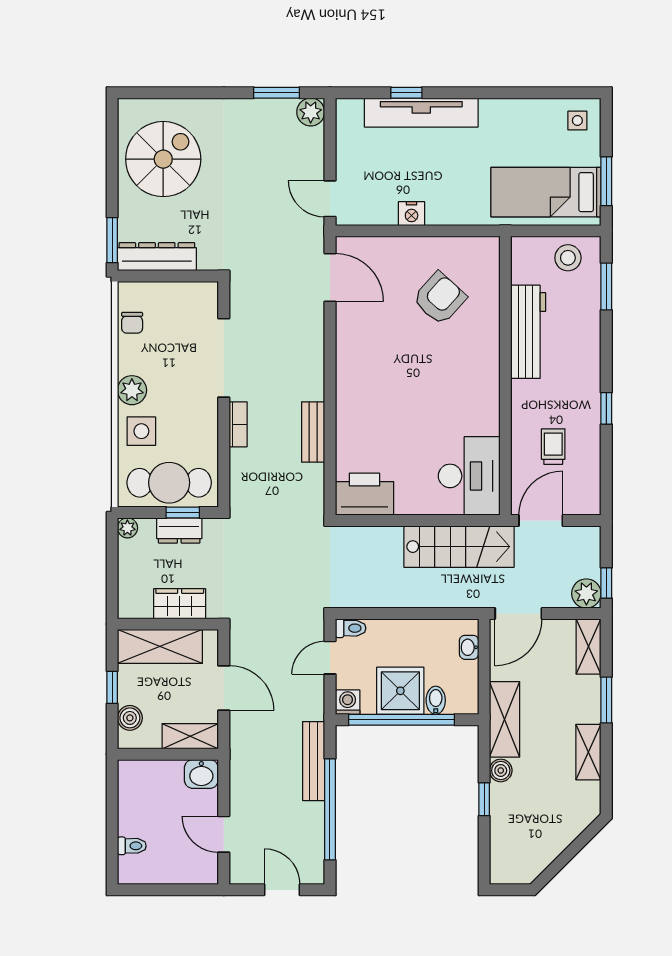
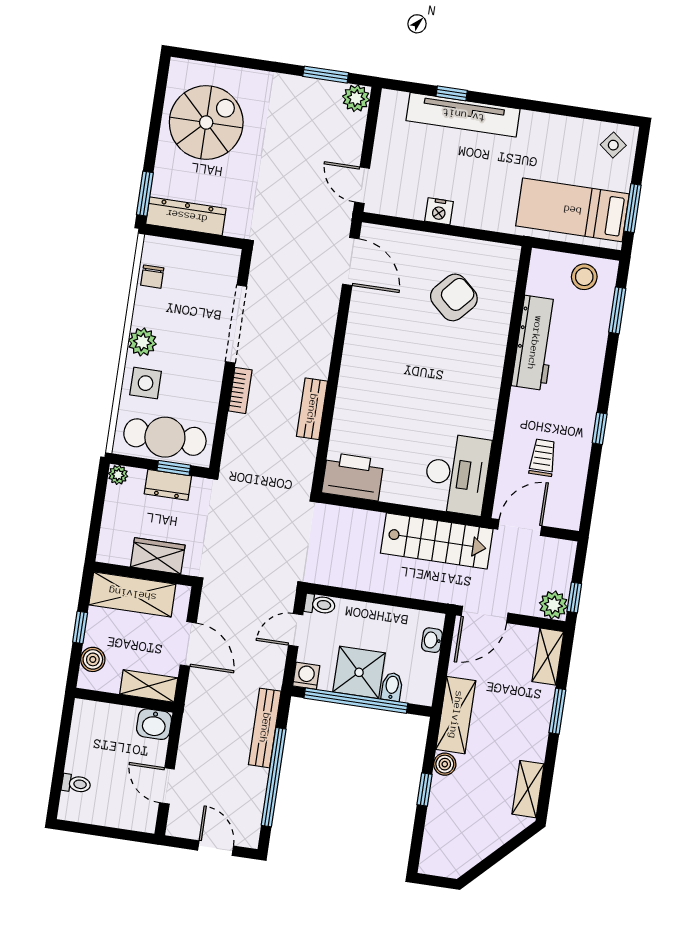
side table: (577, 121) -> (613, 145), turned 38
shelving: (588, 752) -> (528, 789), moved

